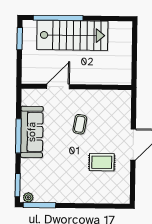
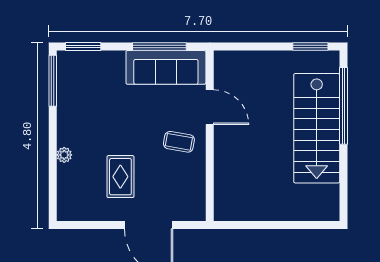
door: (58, 87) -> (210, 107), moved
wall: (76, 87) -> (210, 136), moved
plant: (28, 197) -> (64, 155), moved

